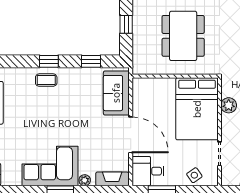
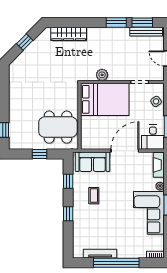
dining table: (183, 36) -> (58, 127), moved
coffee table: (46, 80) -> (94, 196), moved

